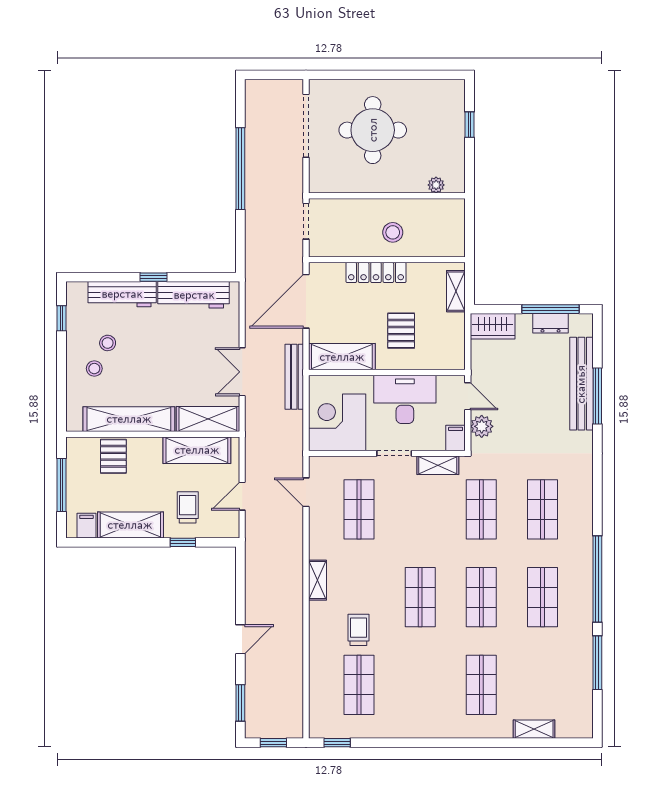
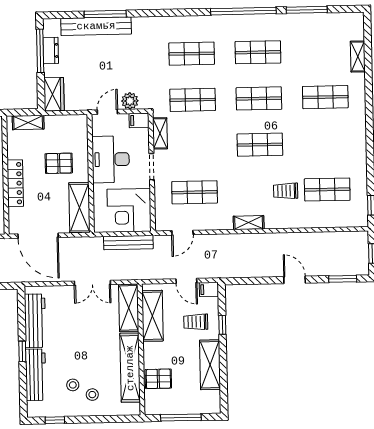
bench: (294, 377) -> (128, 243), moved
filing cabinet: (86, 526) -> (209, 289), moved

